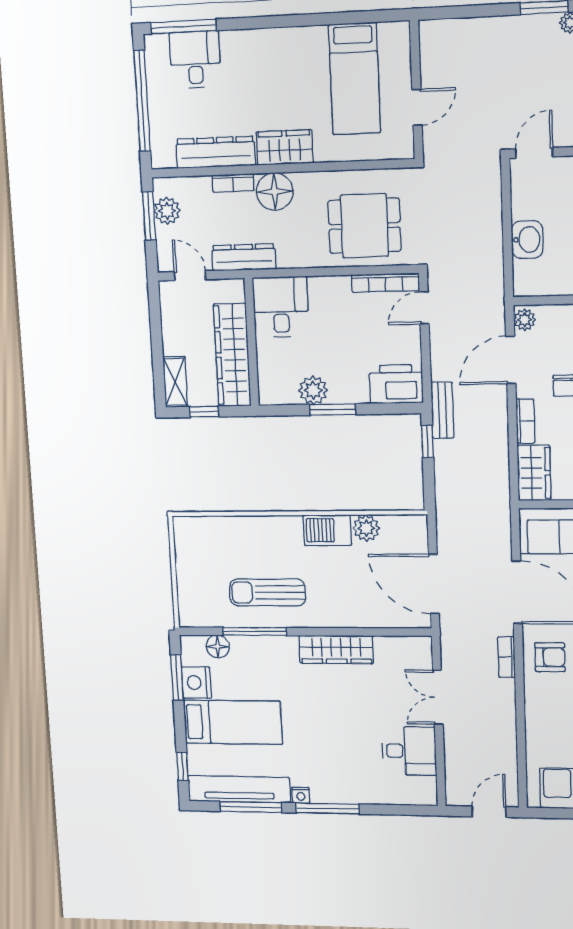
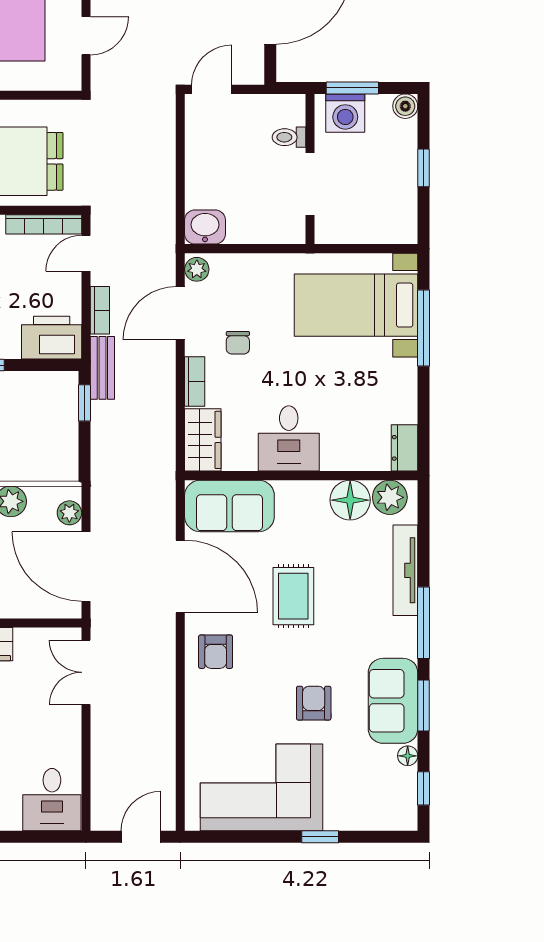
washbasin: (527, 240) -> (205, 227), moved, turned -90
plant: (418, 538) -> (69, 513), added
bookcase: (507, 657) -> (100, 310), moved, turned 180
armchair: (550, 657) -> (216, 652), turned 90
double door: (438, 697) -> (86, 672), moved
desk: (409, 751) -> (52, 800), moved, turned 90

